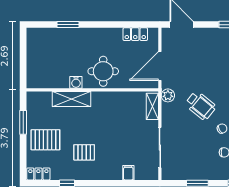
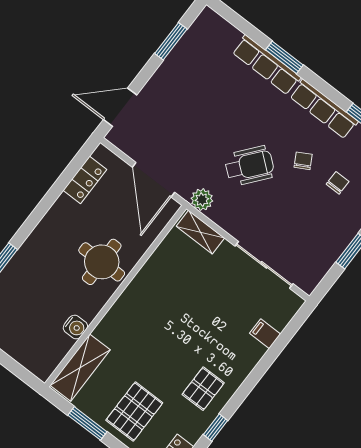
water cooler: (76, 82) -> (75, 327), moved
shelving: (71, 99) -> (80, 368), moved
pallet: (84, 152) -> (203, 389), moved

